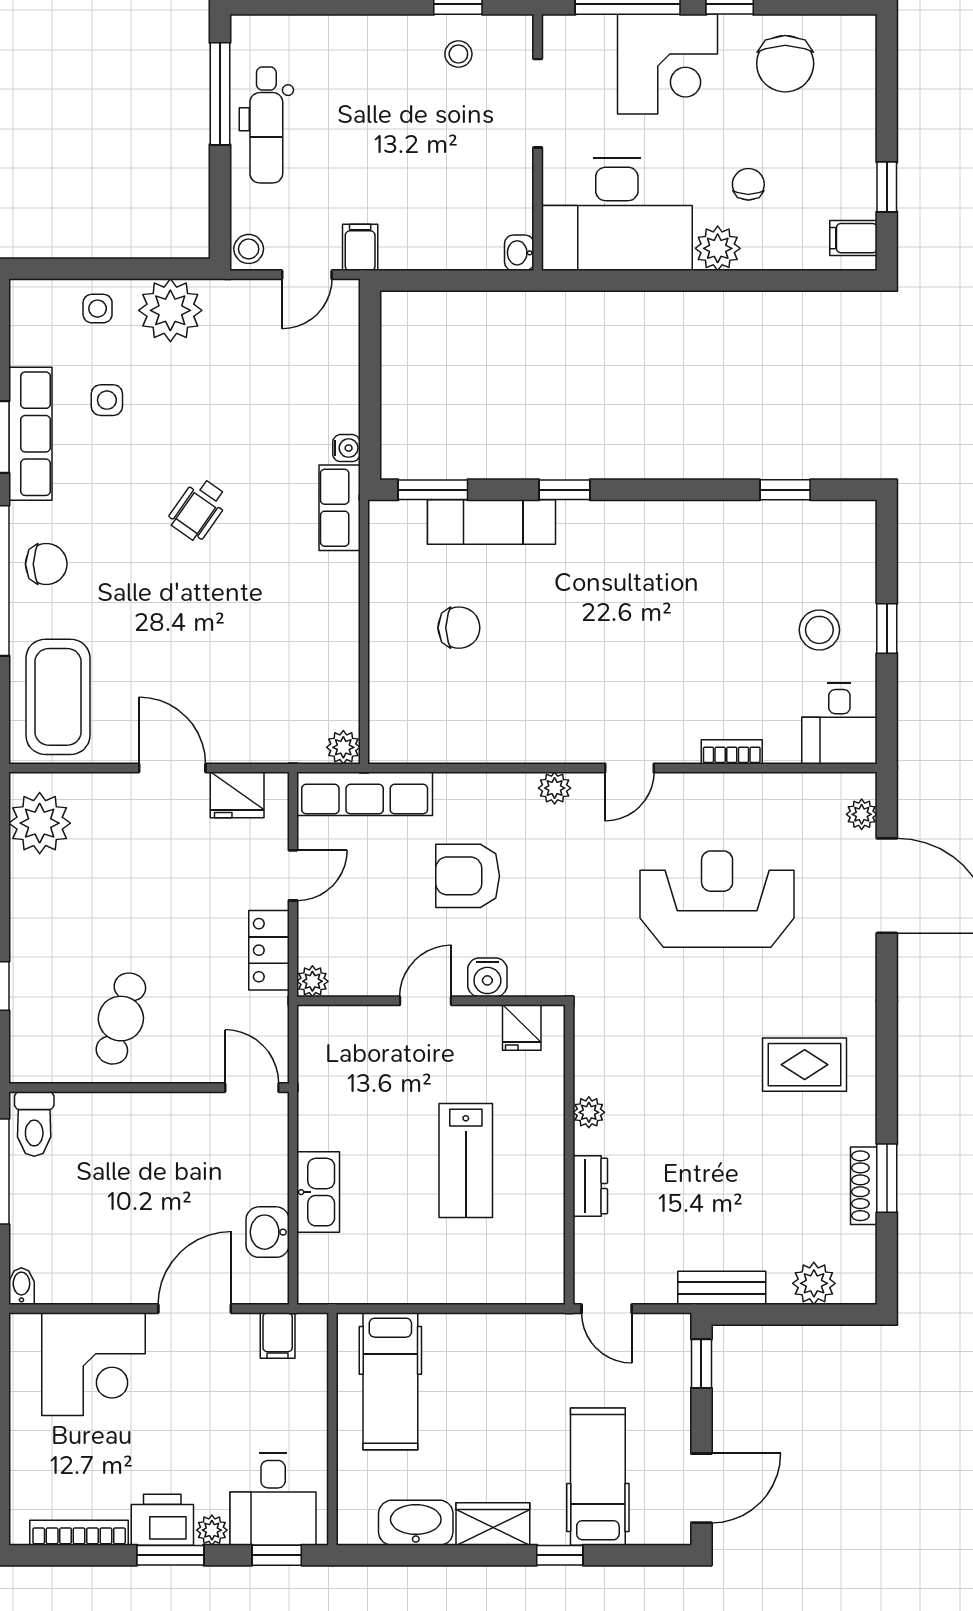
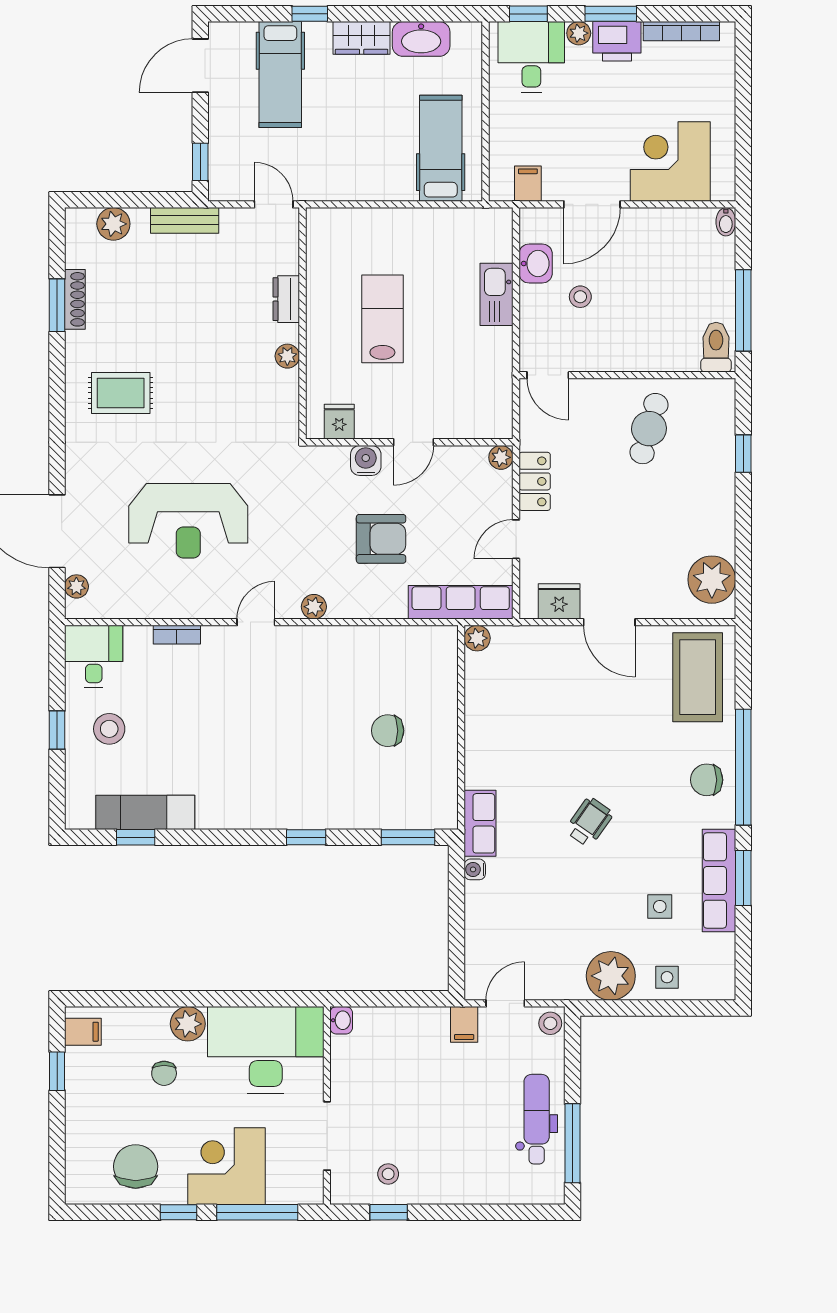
exam couch: (492, 522) -> (145, 812), moved
stool: (210, 1189) -> (580, 297), added

